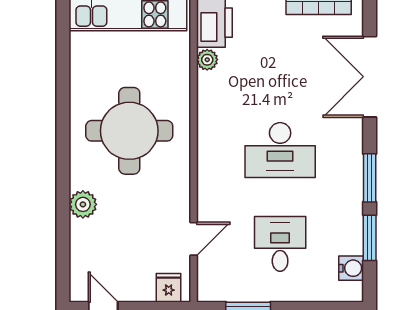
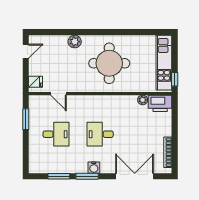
desk: (280, 150) -> (100, 134), width x0.73
water cooler: (351, 268) -> (94, 168), moved

